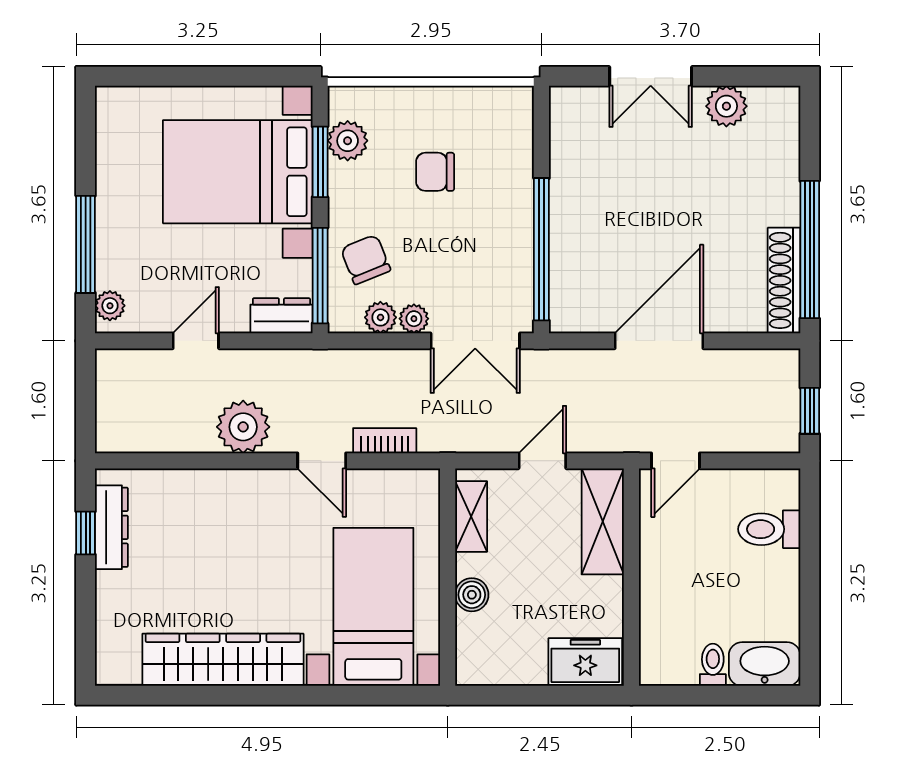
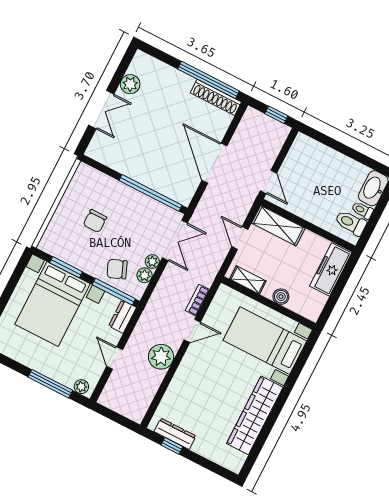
plant: (348, 141) -> (63, 251), removed
toilet: (769, 529) -> (351, 223), moved, turned 90
freezer: (585, 662) -> (331, 270), width x1.40

